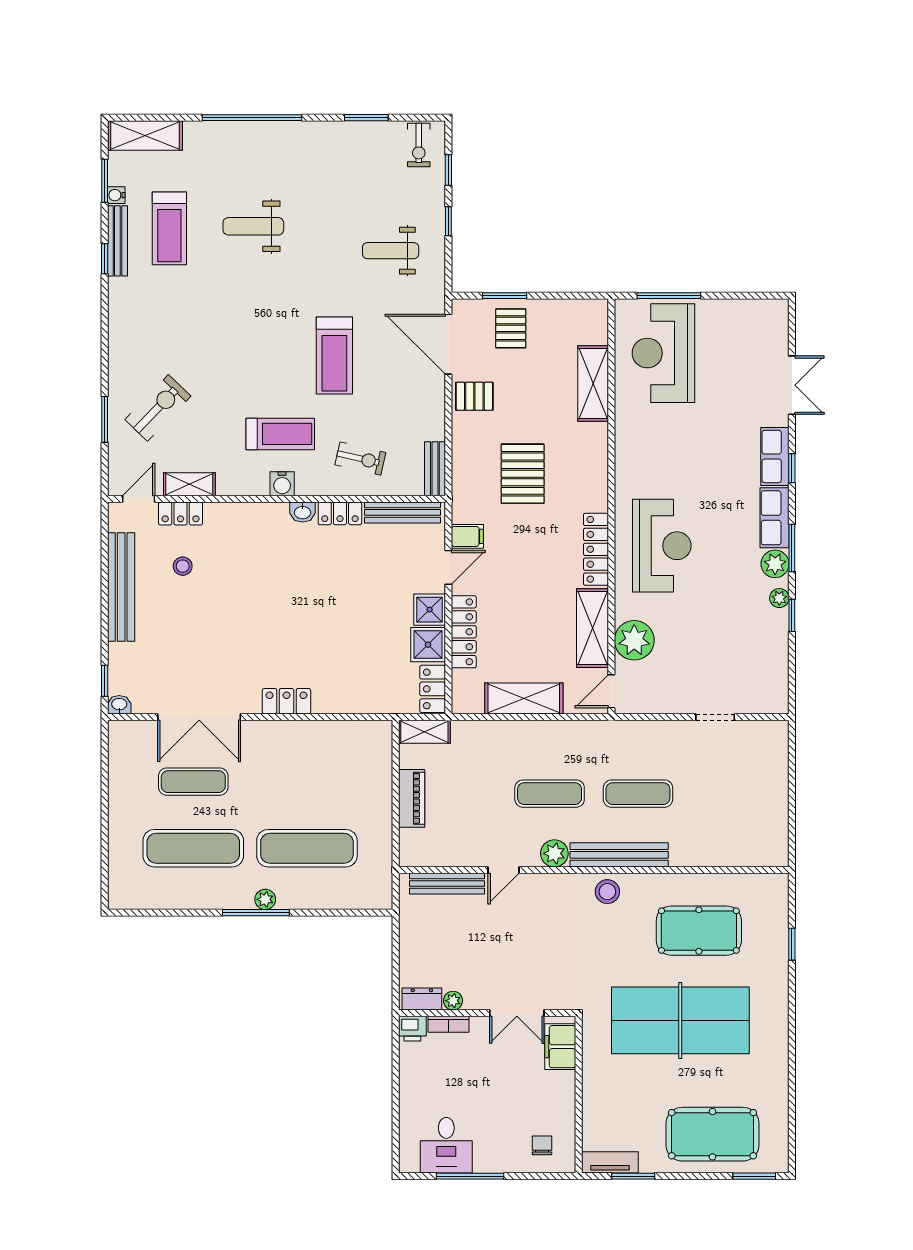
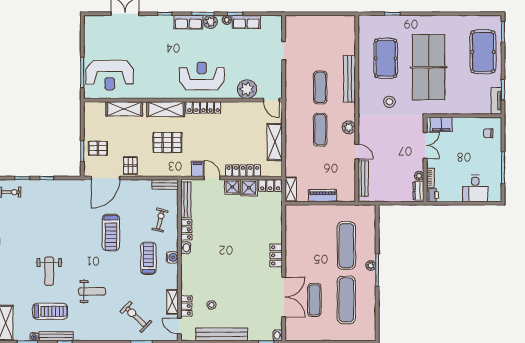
weight bench: (391, 251) -> (92, 291), moved, turned -90
treadmill: (334, 356) -> (111, 232), turned 90
row of seats: (775, 456) -> (246, 22), moved
shelving: (593, 628) -> (166, 109), moved
bench: (619, 855) -> (349, 79), moved
stool: (607, 892) -> (389, 102), moved
desk: (446, 1145) -> (475, 188), moved, turned 90

